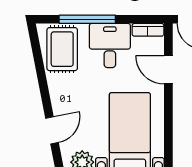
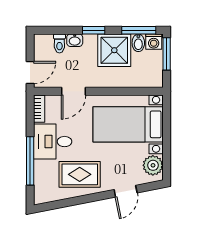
rug: (62, 49) -> (80, 174), moved
door: (52, 130) -> (126, 191), swing flipped

